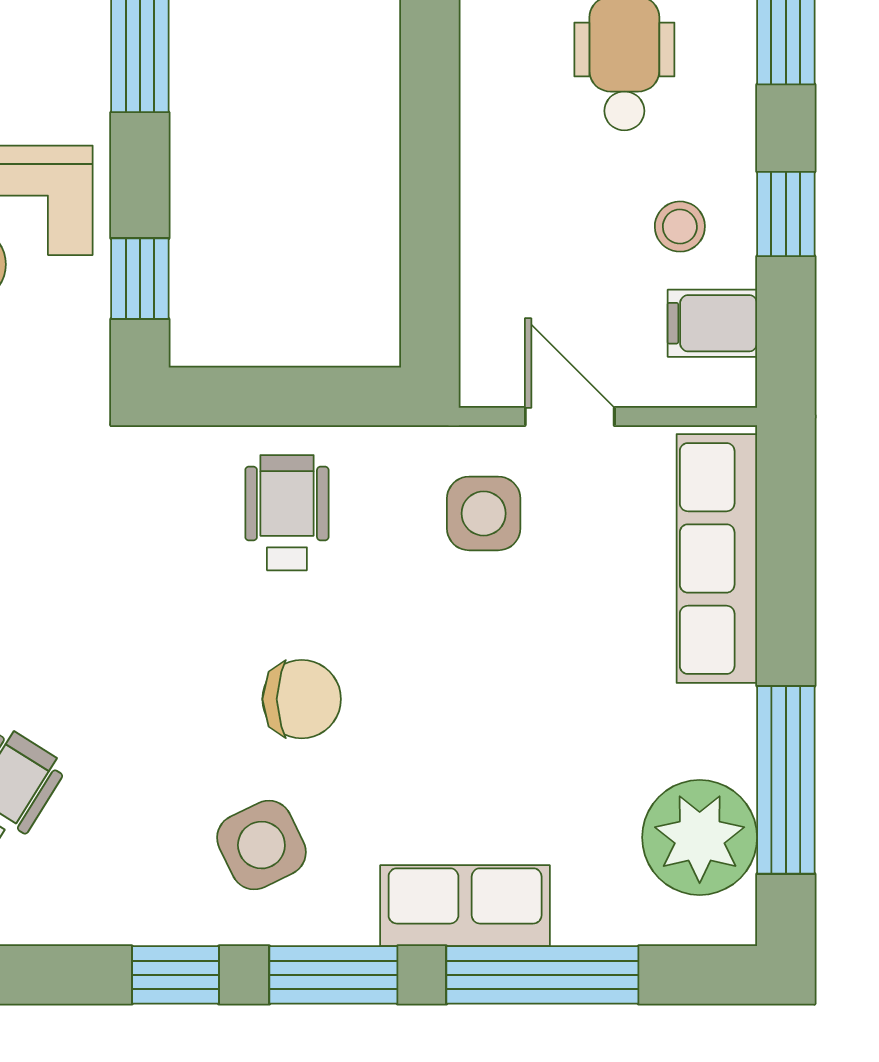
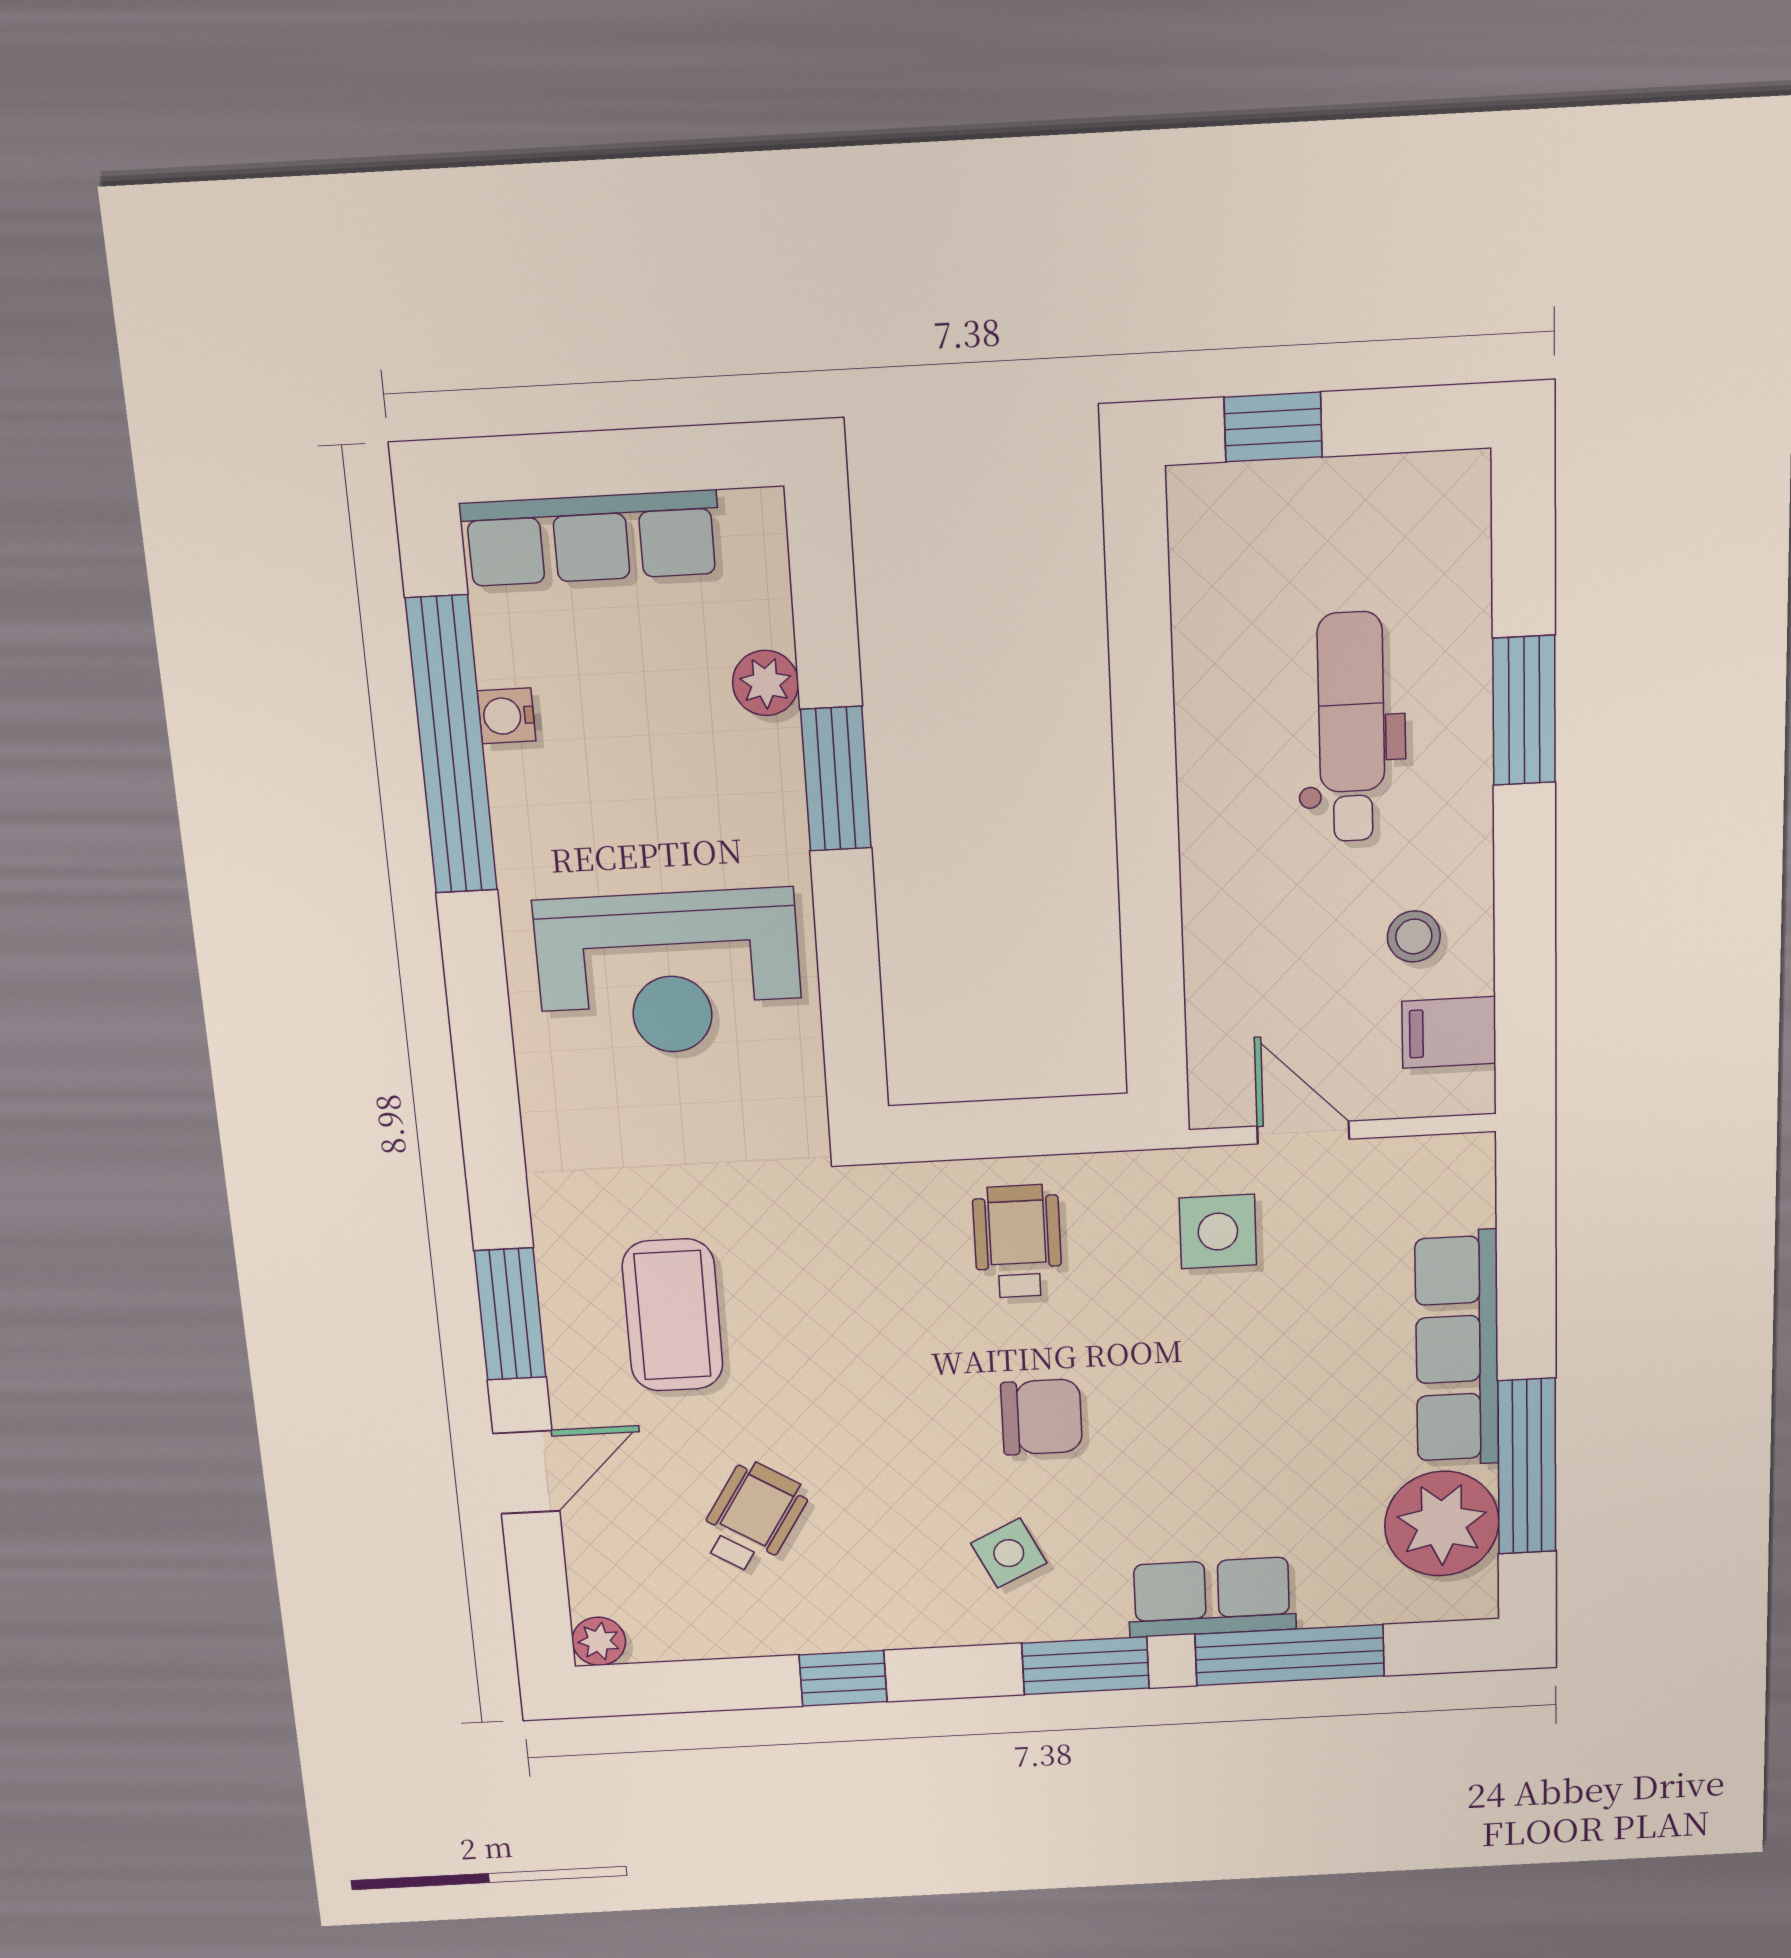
window: (786, 214) -> (1525, 918), removed
window: (140, 279) -> (852, 1019), removed
row of seats: (717, 558) -> (1457, 1349), moved
side table: (261, 845) -> (1009, 1553), width x0.73, depth x0.73
window: (175, 975) -> (843, 1678), moved

